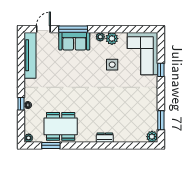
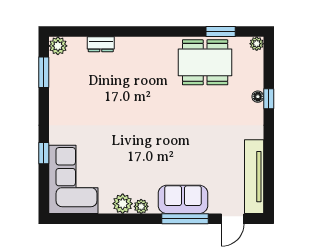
side table: (112, 65) -> (122, 162), removed
dresser: (105, 138) -> (101, 44), moved

